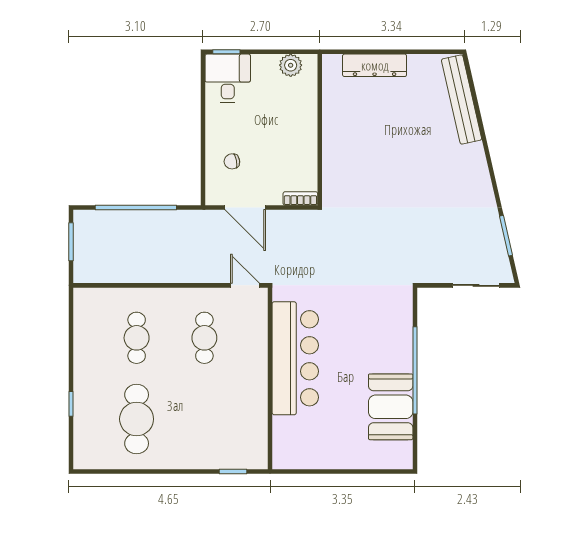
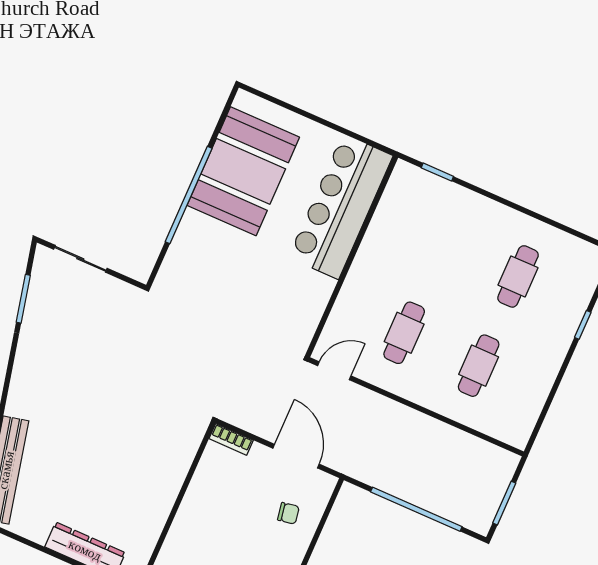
door: (245, 285) -> (334, 371), swing flipped
bar counter: (295, 358) -> (341, 207), moved
booth: (391, 407) -> (243, 171), width x1.36, depth x1.42
cafe table: (137, 419) -> (518, 276), width x0.73, depth x0.74

